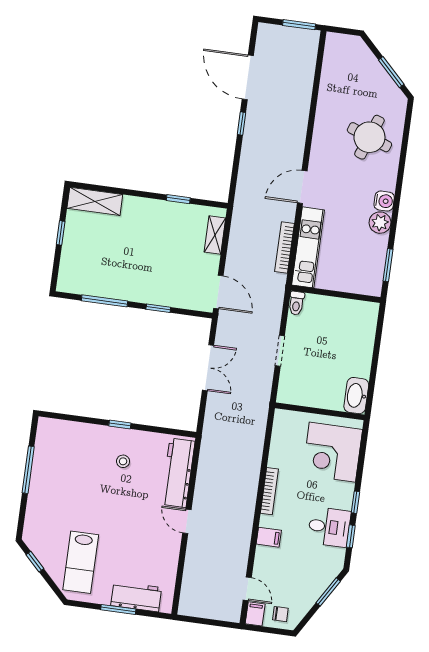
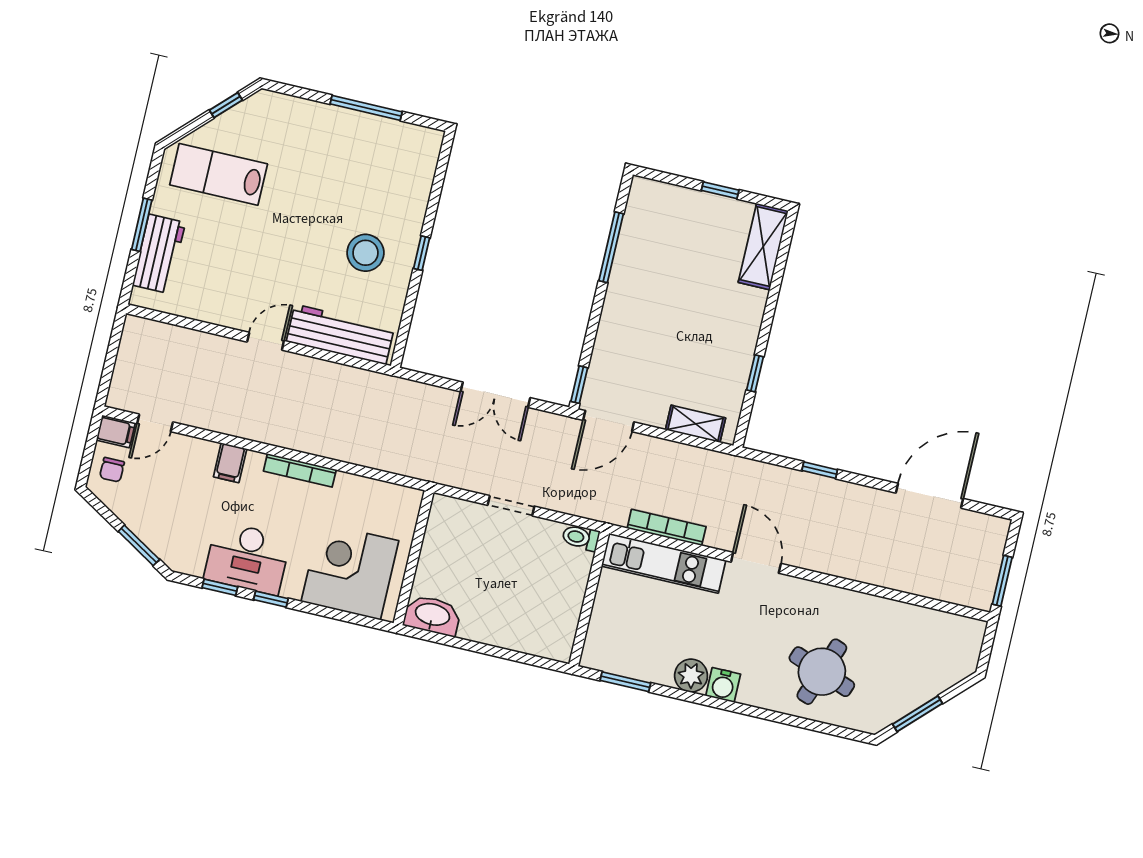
window: (241, 123) -> (820, 470), moved
window: (158, 308) -> (579, 385), moved
stool: (123, 461) -> (365, 253), width x1.89, depth x1.89
desk: (329, 527) -> (247, 558), width x1.37

